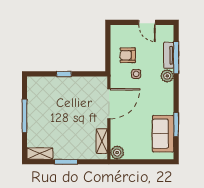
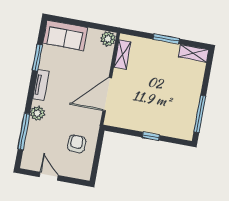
armchair: (128, 55) -> (77, 144), turned -90
tv unit: (169, 55) -> (41, 85), moved
side table: (136, 74) -> (71, 122), removed
window: (25, 116) -> (200, 114), moved
sofa: (163, 134) -> (65, 35), moved, turned 90

